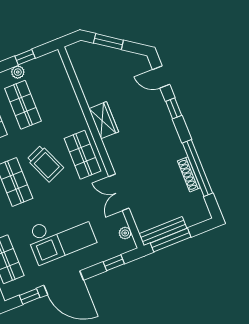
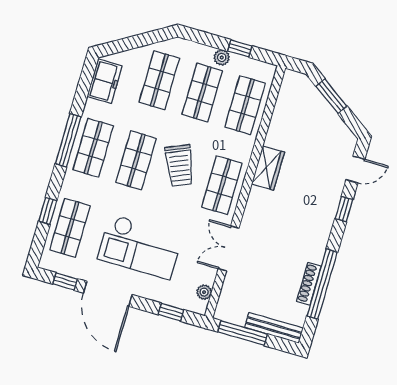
door: (161, 77) -> (355, 169), swing flipped
shop shelf: (57, 91) -> (245, 105), added
bench: (163, 231) -> (274, 328), moved

